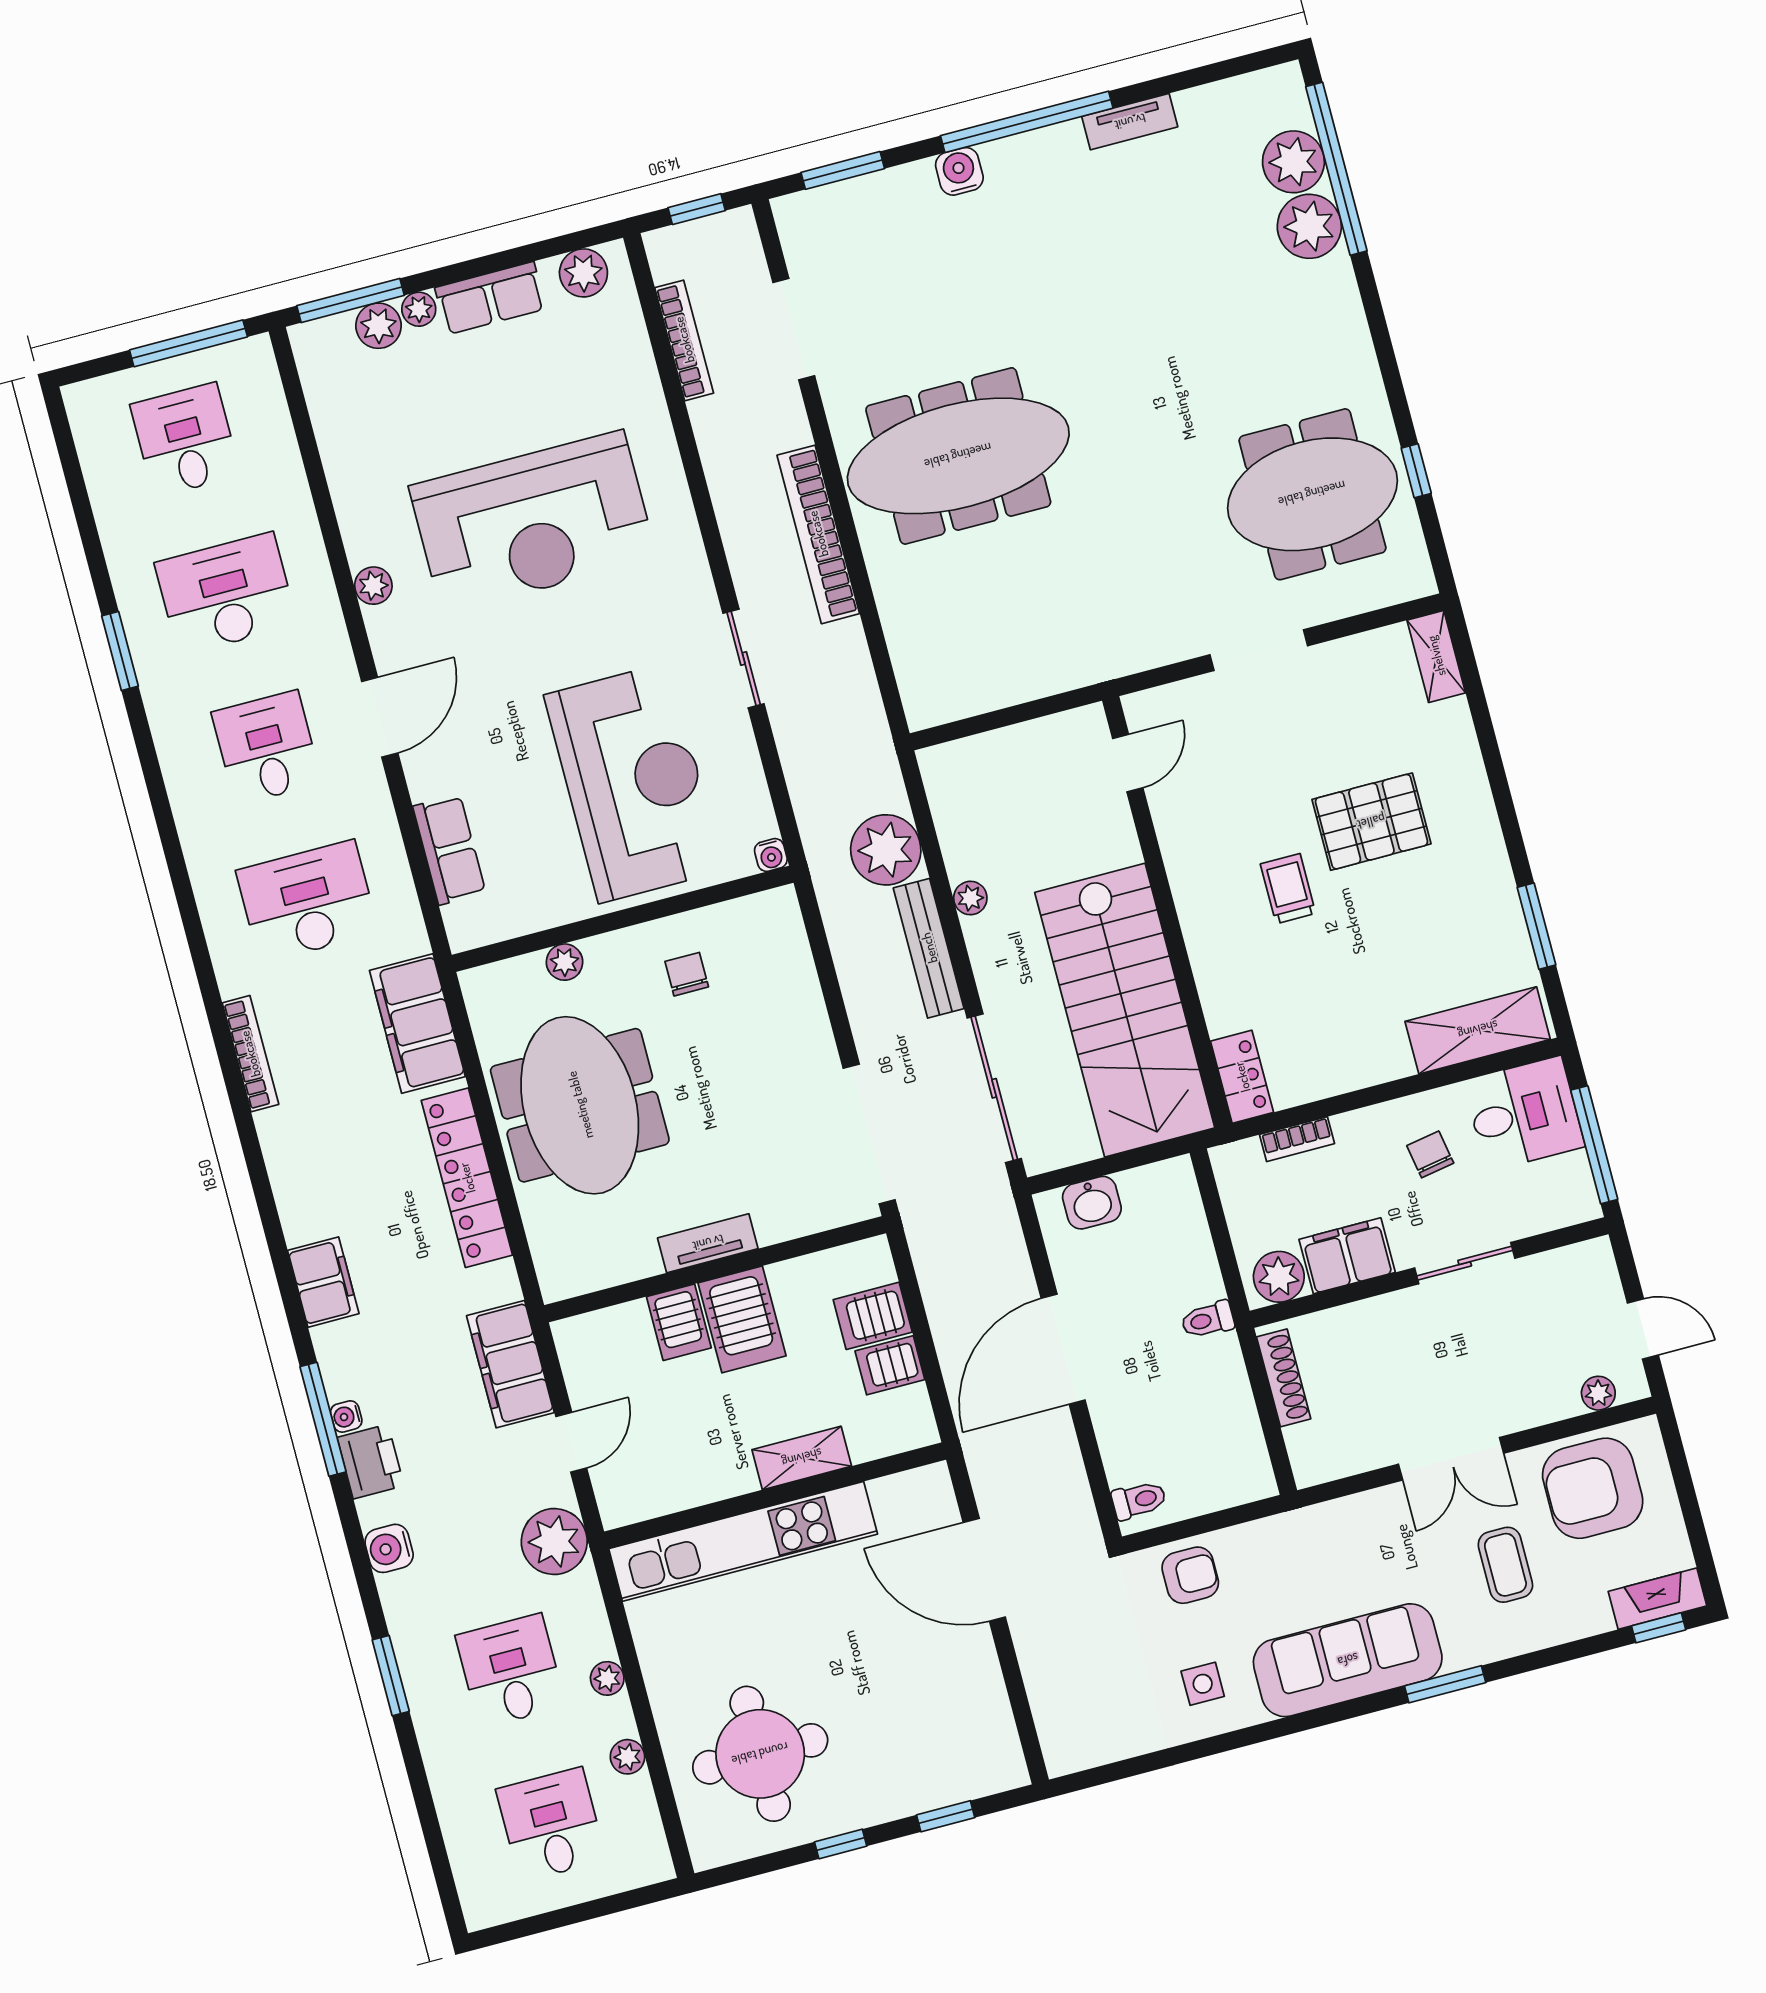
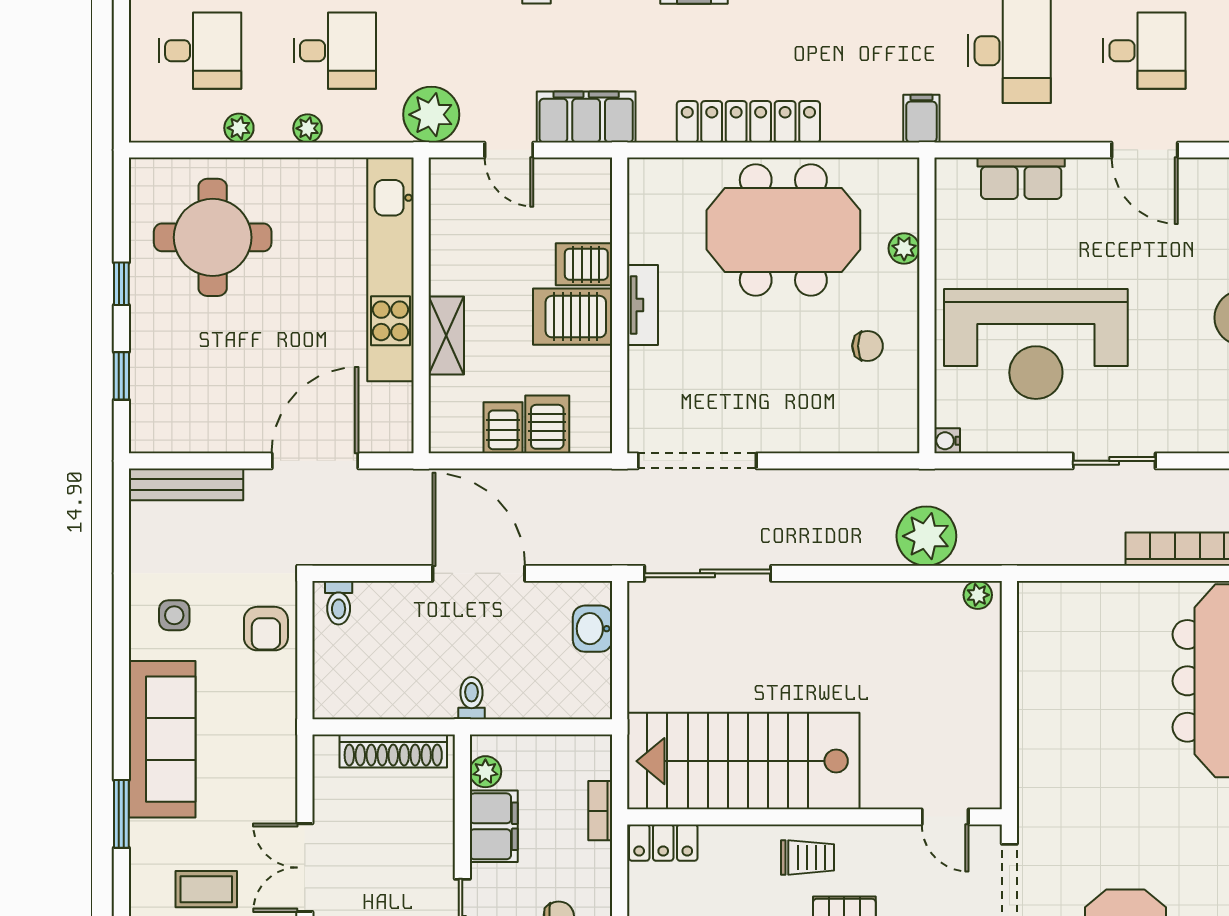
door: (1128, 763) -> (945, 817), moved
plant: (970, 898) -> (978, 595), moved
wall: (1167, 912) -> (814, 817), moved
bench: (929, 948) -> (186, 484), moved
stairs: (1125, 1010) -> (743, 761), moved
filing cabinet: (417, 1023) -> (921, 119), width x0.33, depth x0.86
locker: (1242, 1077) -> (663, 843), moved
plant: (1279, 1277) -> (485, 772), width x0.73, depth x0.73
shoe rack: (1284, 1378) -> (393, 751), width x1.36, depth x1.24

